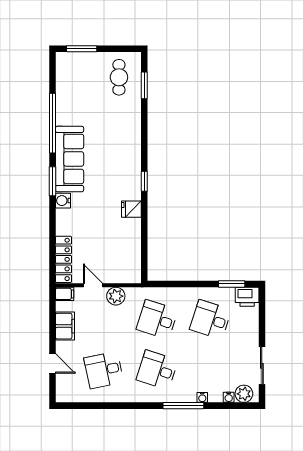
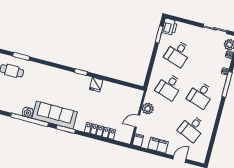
water cooler: (63, 201) -> (28, 112), moved
locker: (63, 259) -> (100, 131), moved
desk: (104, 370) -> (192, 128), turned 36

